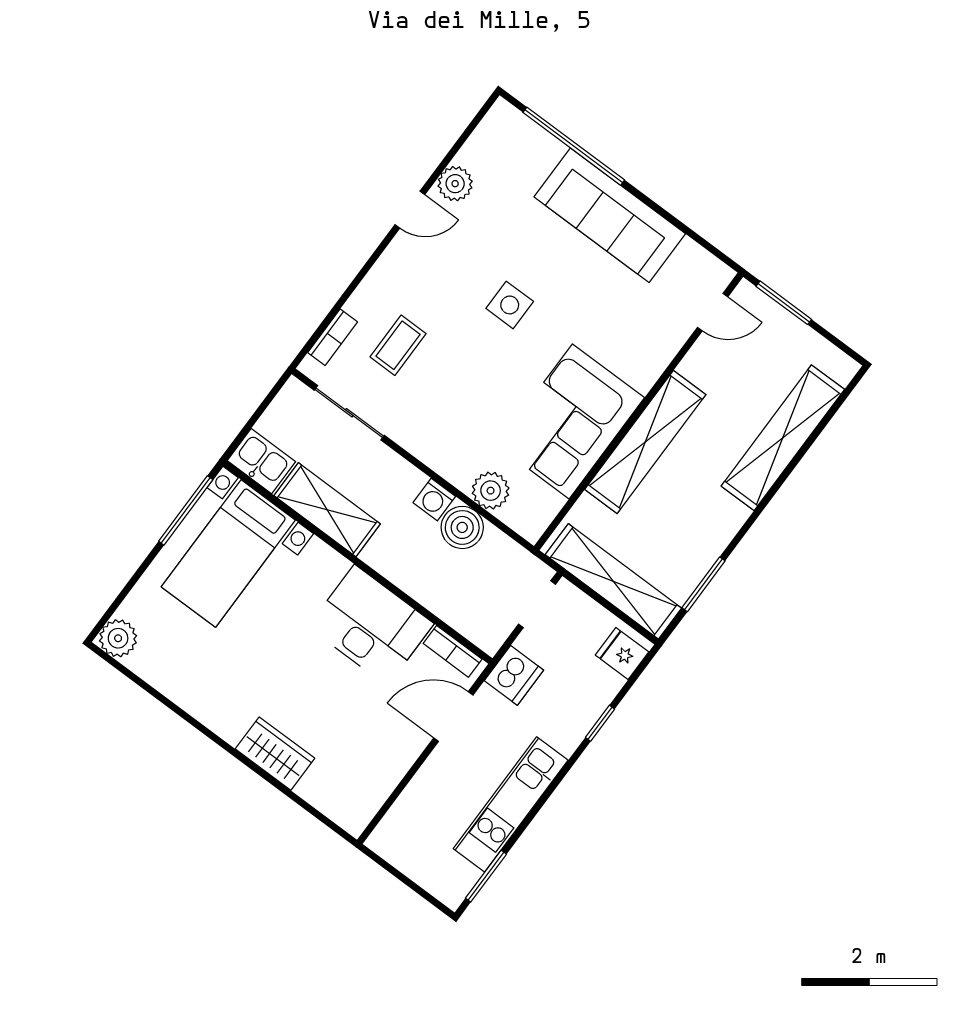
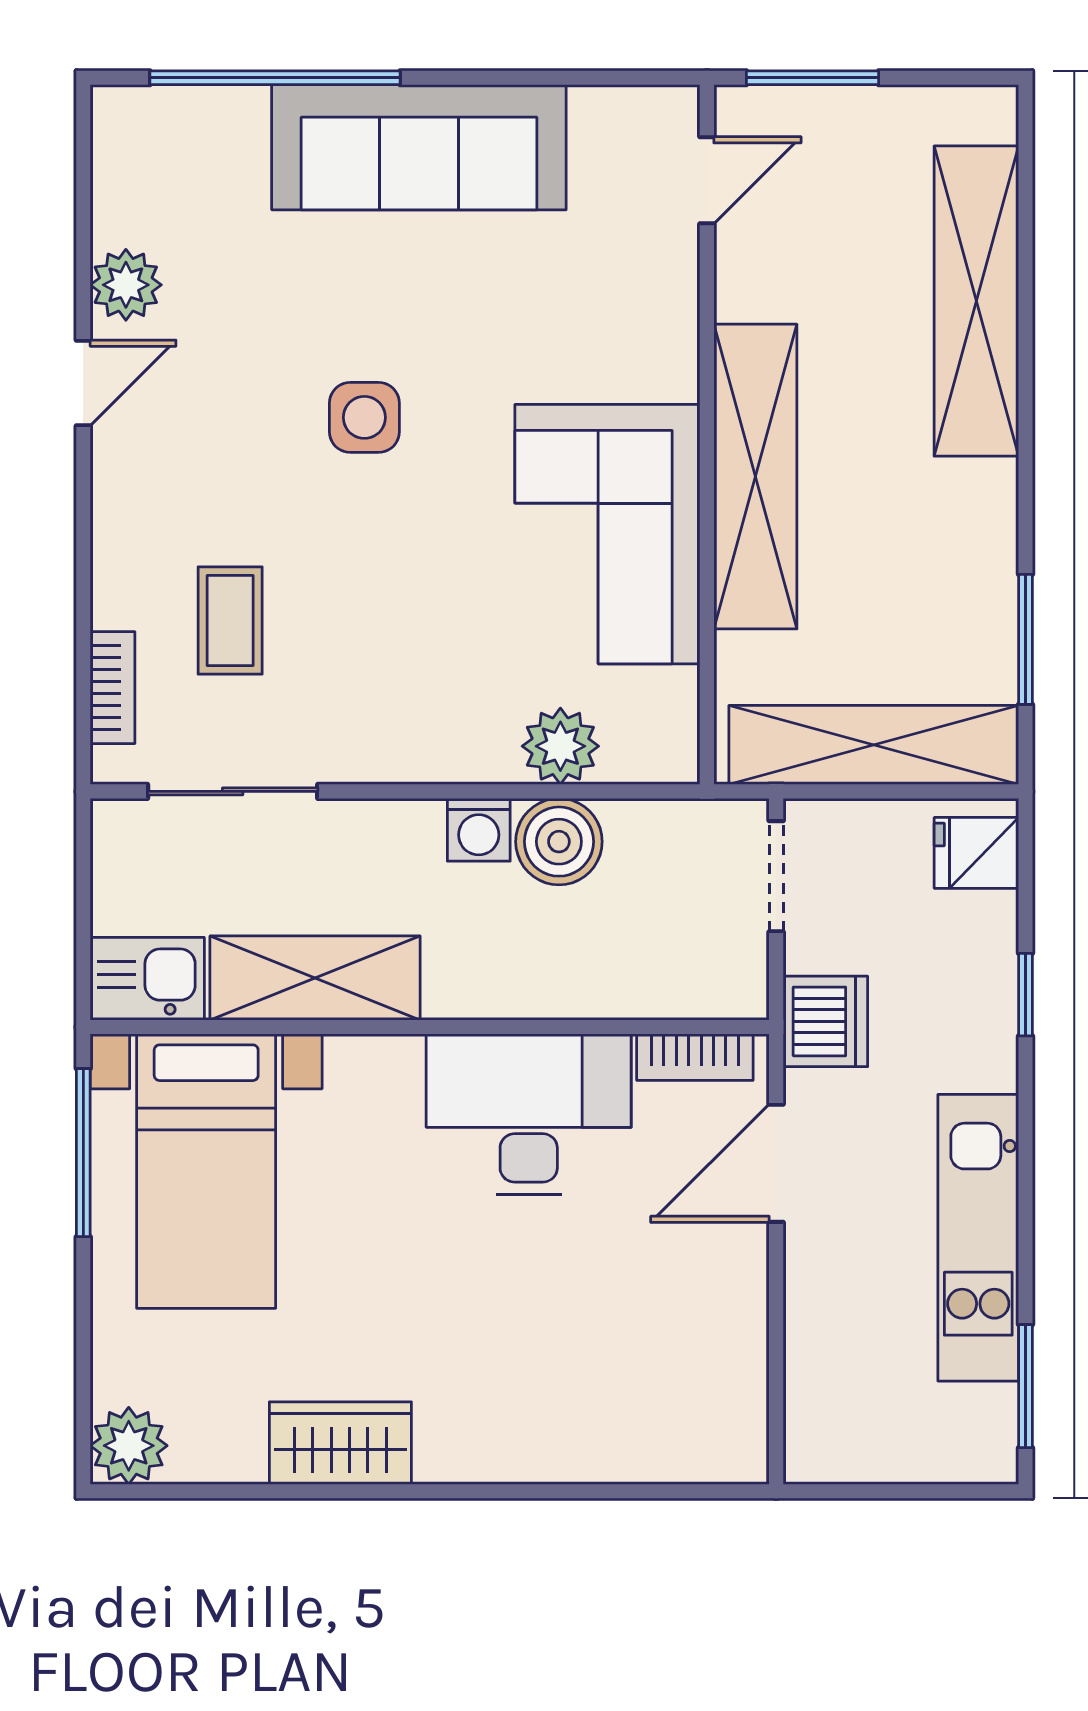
wardrobe: (275, 754) -> (340, 1443), moved

